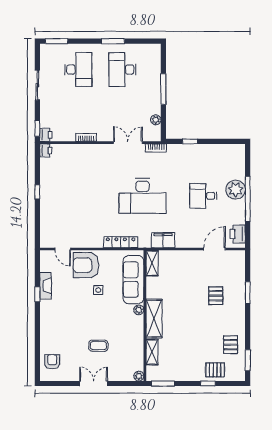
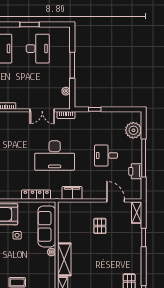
desk: (122, 70) -> (38, 49), turned 180
double door: (128, 143) -> (42, 110), swing flipped
plant: (236, 190) -> (133, 130), moved
printer: (238, 234) -> (135, 171), moved
door: (215, 249) -> (116, 201), hinge flipped
shelving: (152, 263) -> (137, 213), moved
pallet: (216, 296) -> (100, 226), moved

